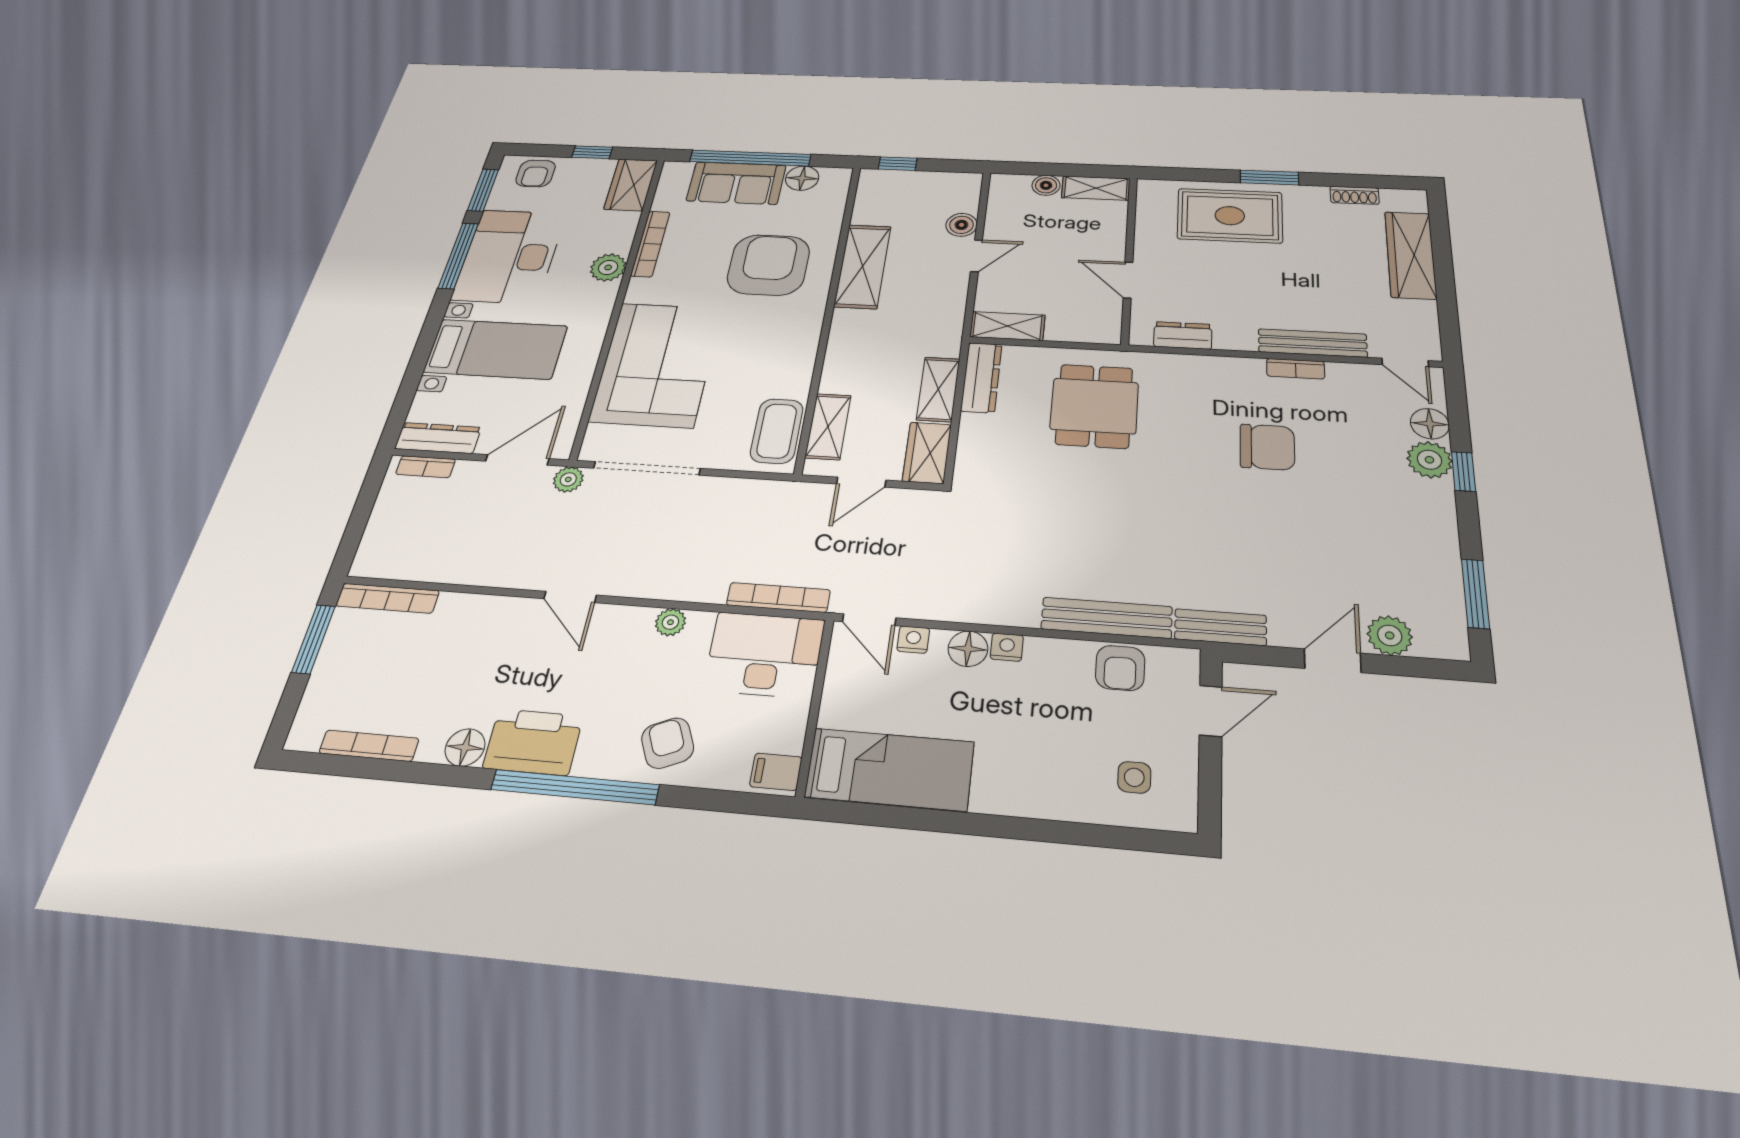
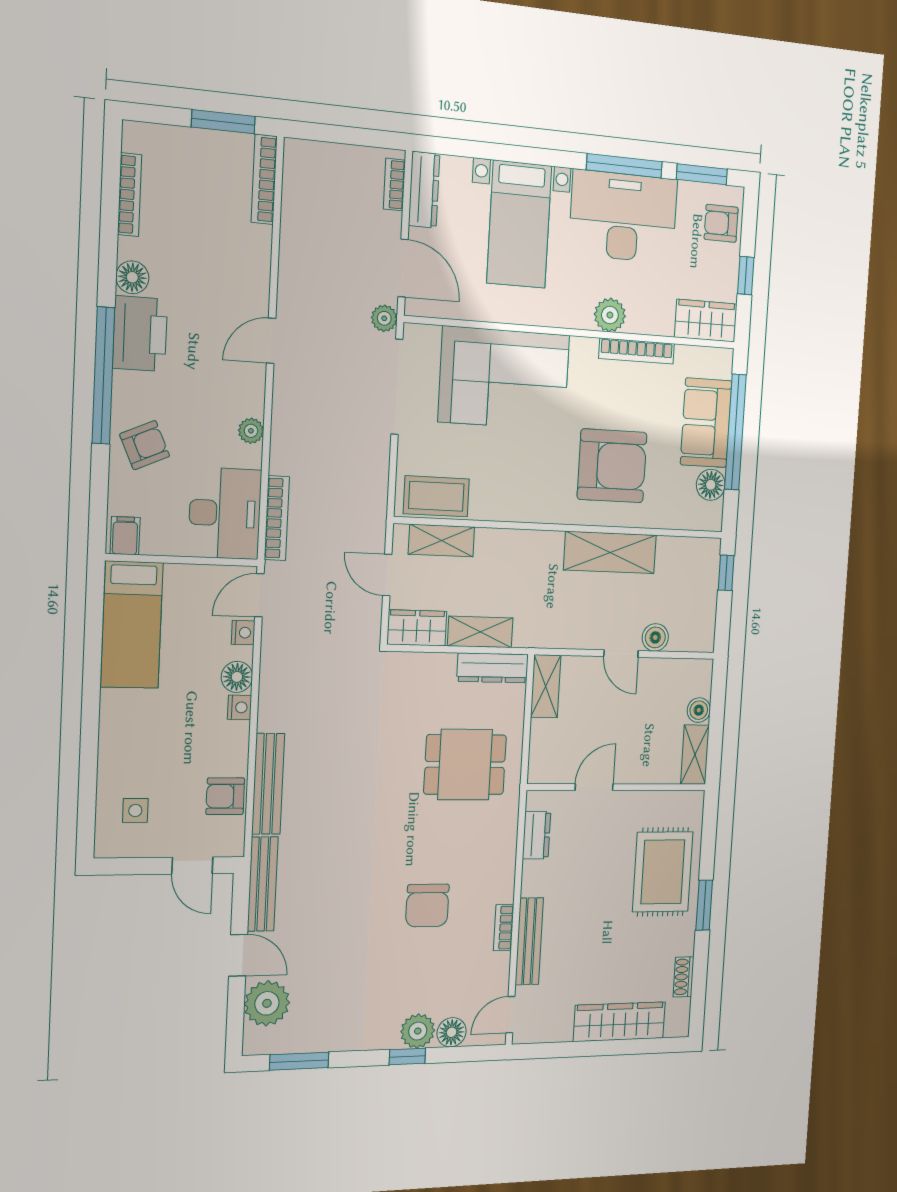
bench: (1221, 627) -> (263, 884), width x1.36
plant: (1390, 635) -> (267, 1003), width x1.36, depth x1.36

